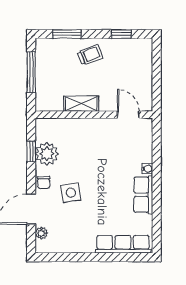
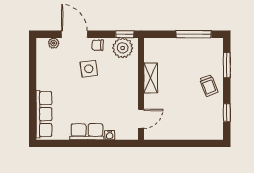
shelving: (81, 104) -> (151, 78), moved
wall: (94, 115) -> (141, 89), moved
door: (128, 115) -> (141, 119), moved

